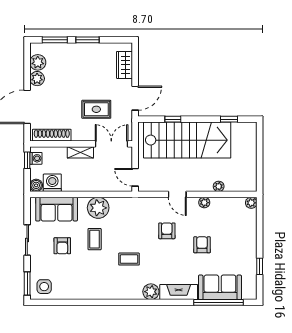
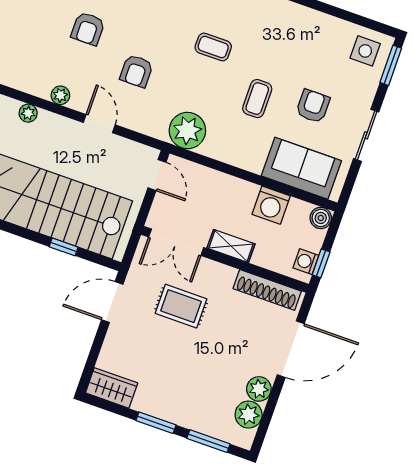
wardrobe: (125, 65) -> (112, 388), moved, turned -90
washing machine: (52, 183) -> (271, 205), moved
plant: (98, 208) -> (187, 131), moved

